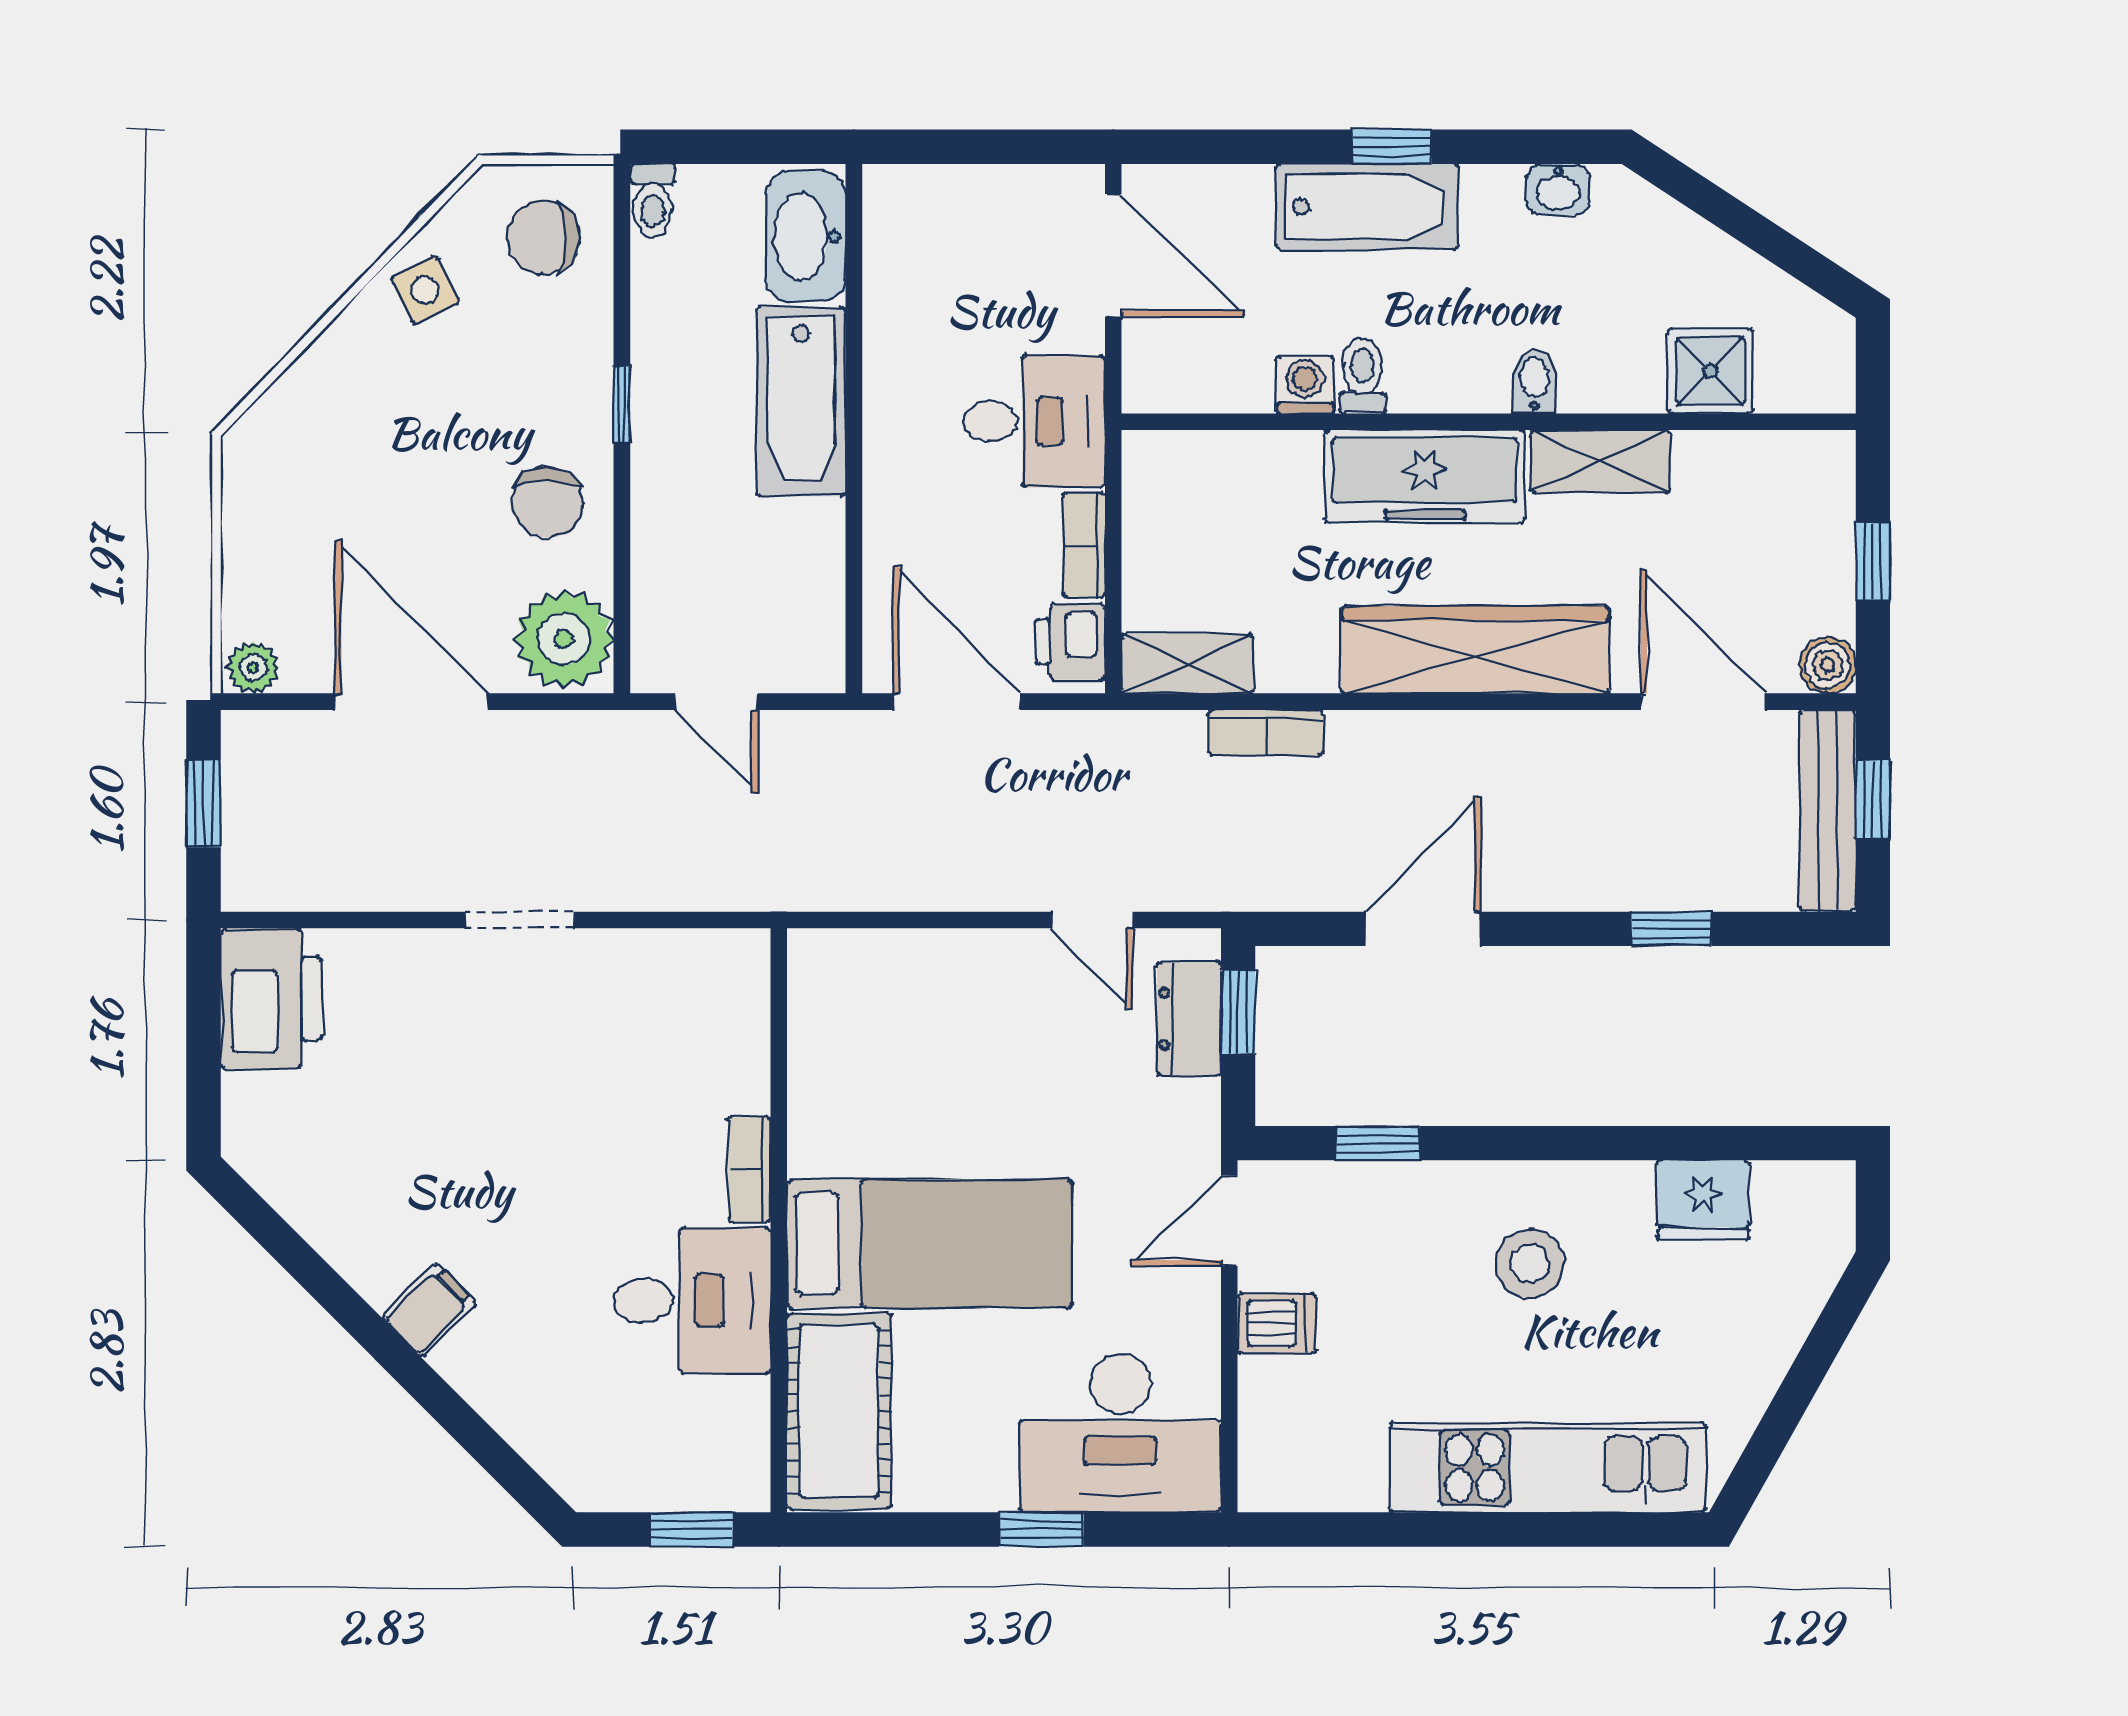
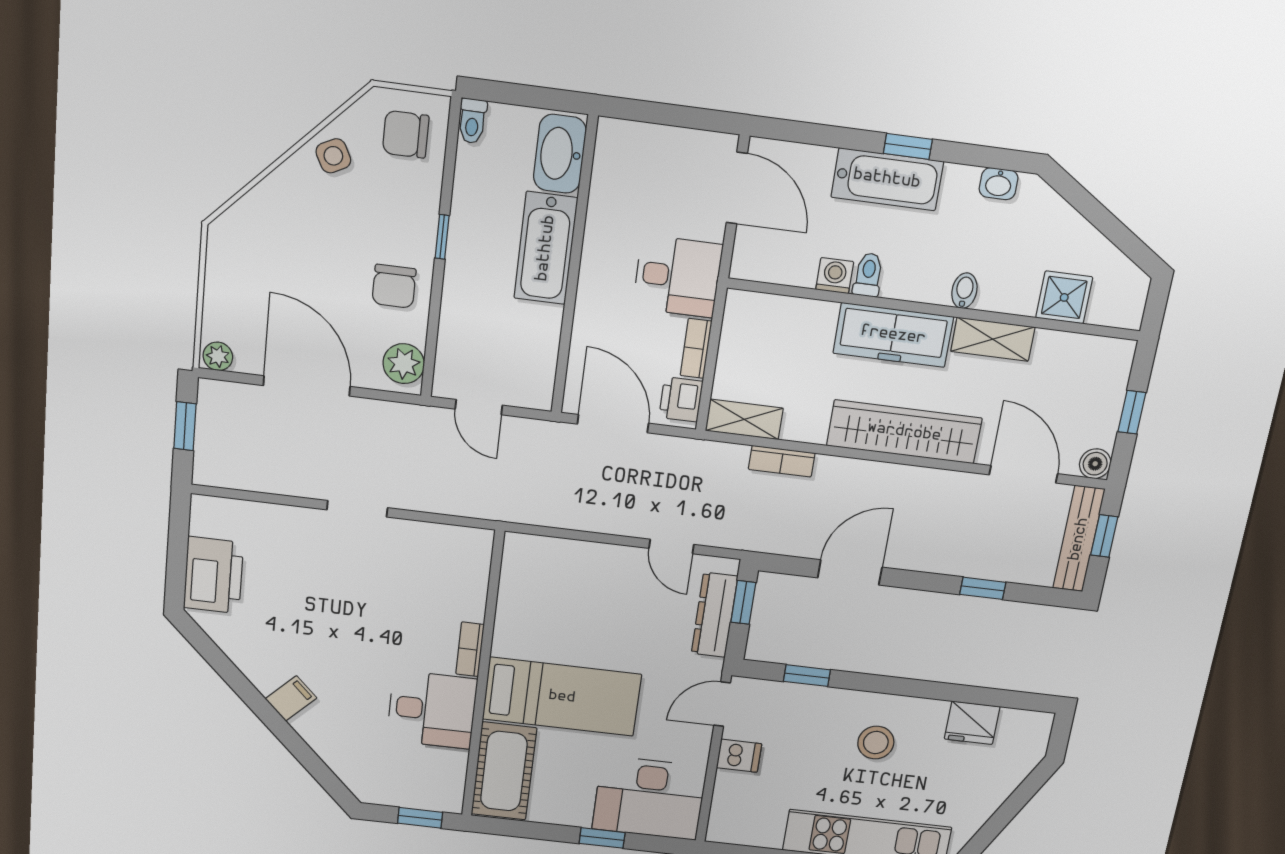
plant: (564, 639) -> (404, 364), width x0.73, depth x0.73
printer: (271, 998) -> (214, 575), moved
dresser: (1189, 1019) -> (714, 615), width x1.44

